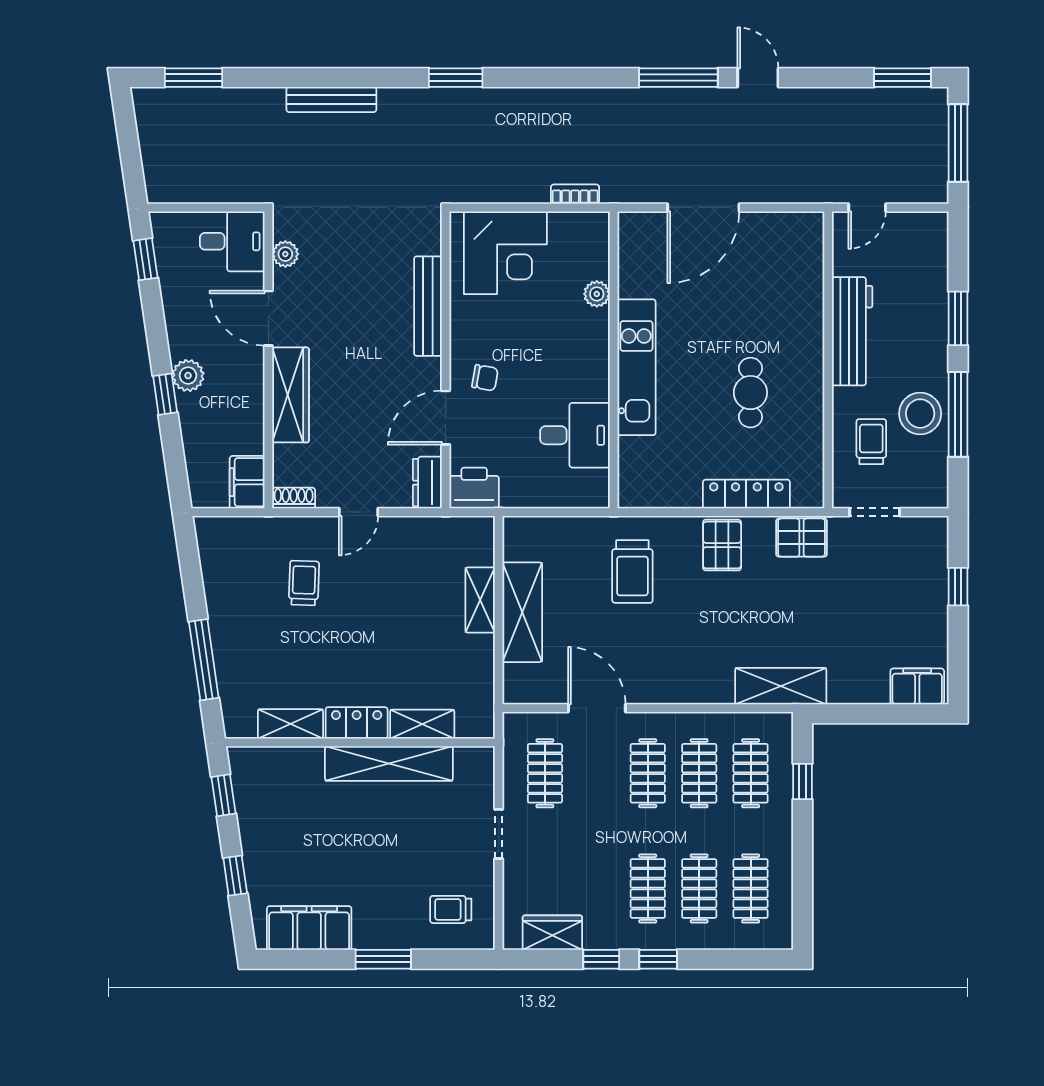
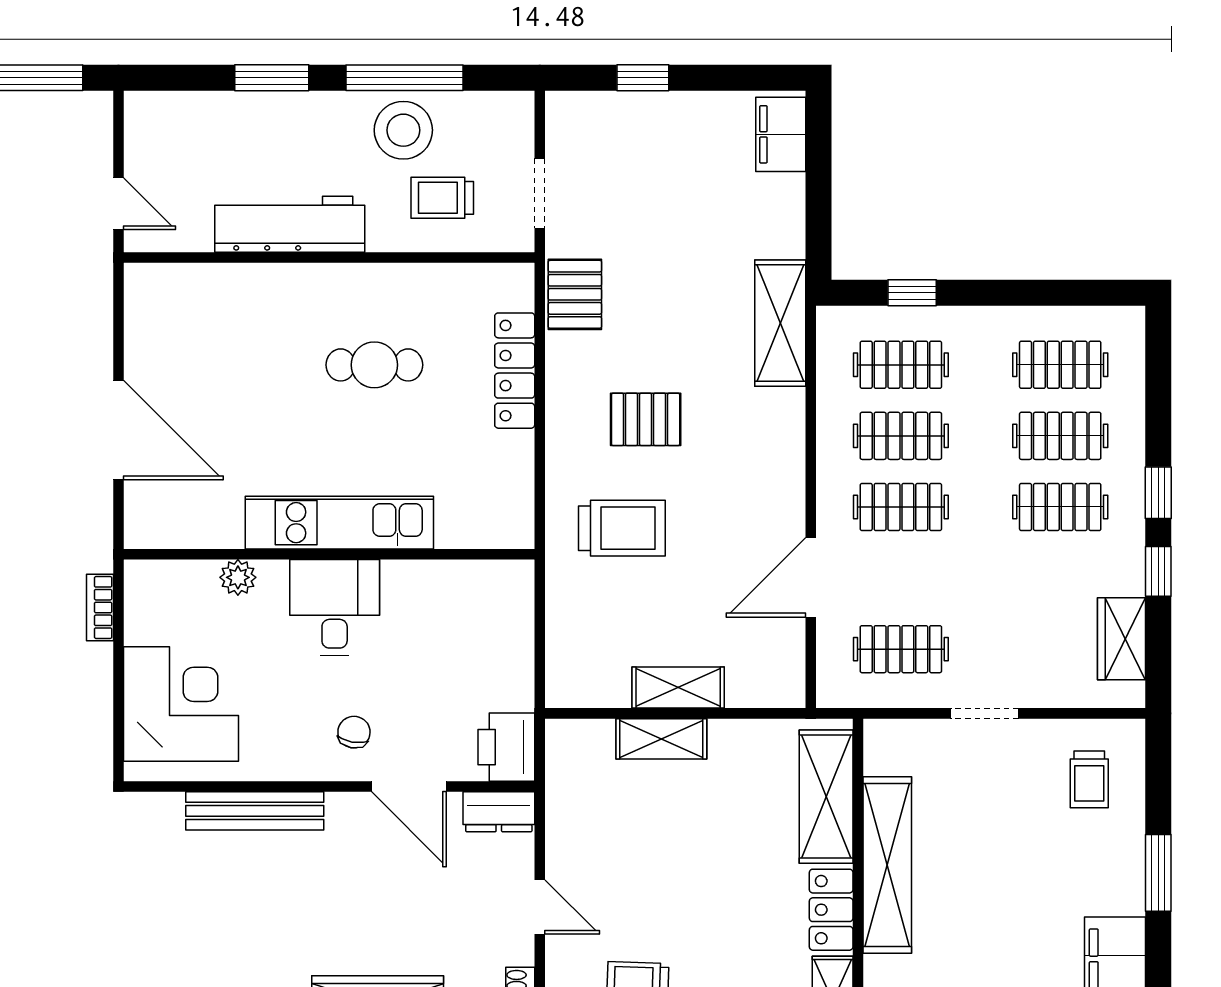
desk: (575, 435) -> (335, 608), moved
pallet: (722, 545) -> (646, 419), moved
shelving: (522, 612) -> (678, 688), width x0.67, depth x0.75
shelving: (422, 724) -> (826, 797), width x1.50, depth x1.33

